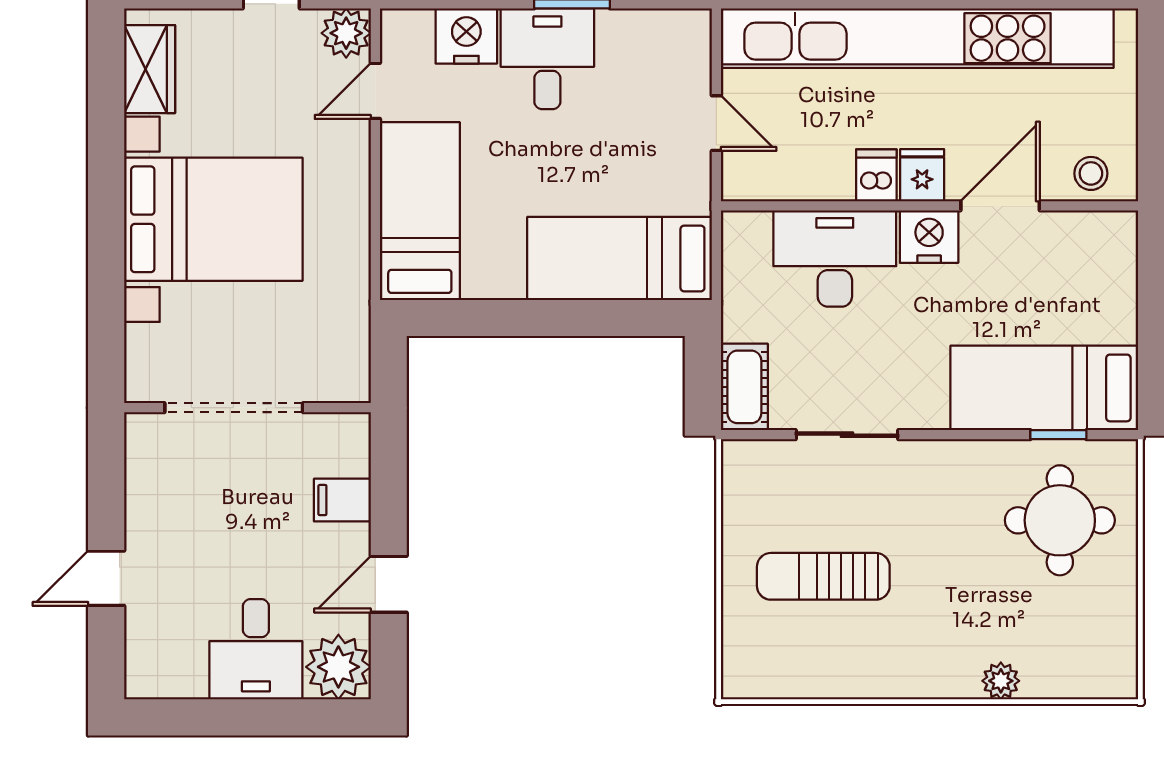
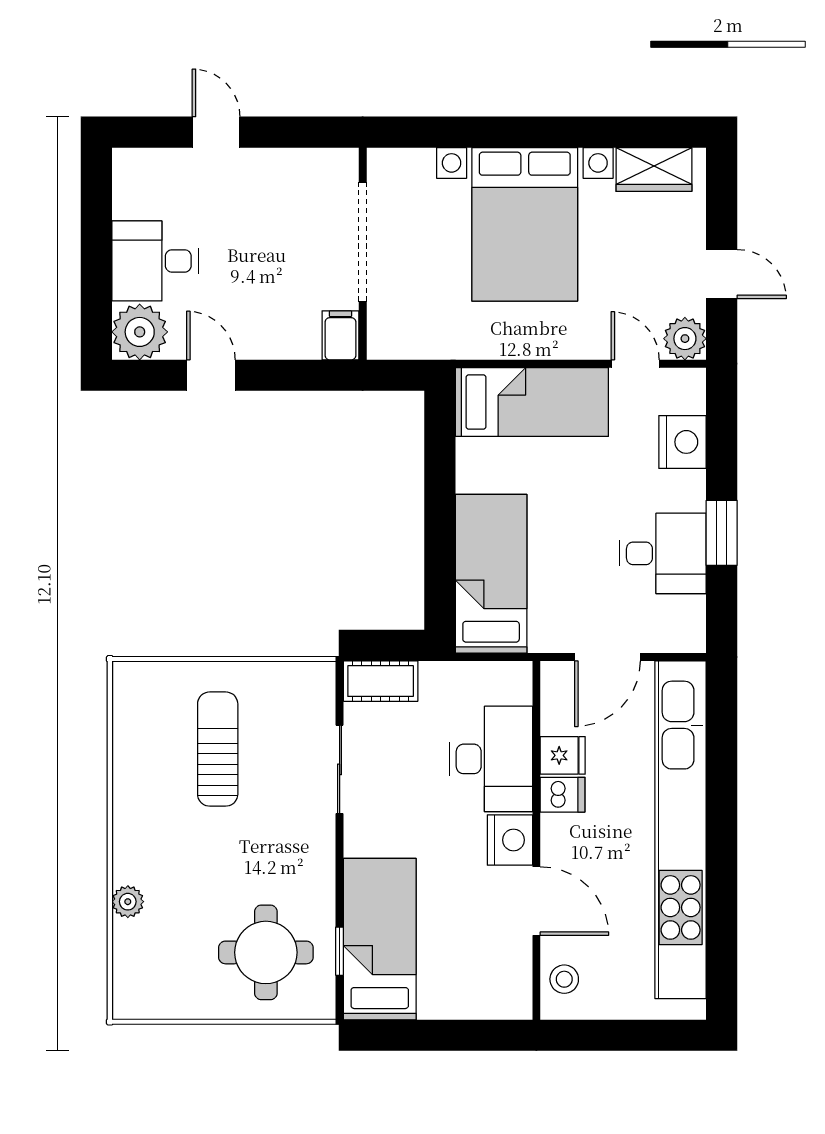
desk: (547, 59) -> (663, 553), moved
door: (716, 123) -> (607, 657), width x1.38
fridge: (922, 175) -> (563, 755), moved
filing cabinet: (342, 500) -> (340, 335), moved

